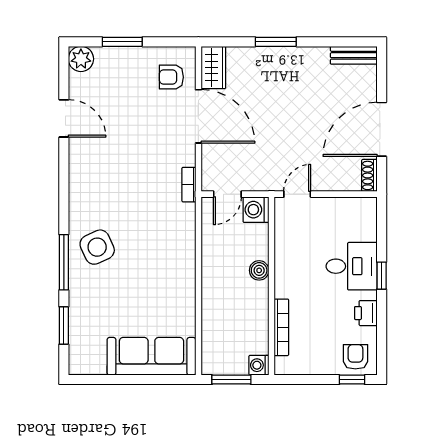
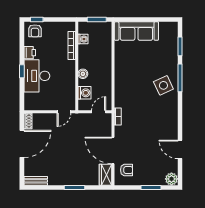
washing machine: (256, 210) -> (84, 93), moved
desk: (352, 266) -> (37, 76), width x1.37
washing machine: (259, 365) -> (83, 39), moved

